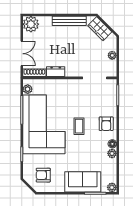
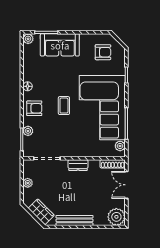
dresser: (56, 72) -> (78, 165), moved
armchair: (106, 124) -> (34, 108), turned 90
plant: (112, 153) -> (28, 131), moved

